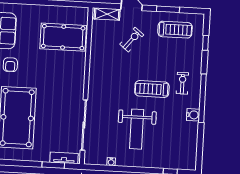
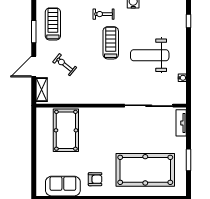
treadmill: (152, 89) -> (111, 43), turned 180
weight bench: (137, 129) -> (150, 55), turned 180
window: (53, 165) -> (188, 160), moved

